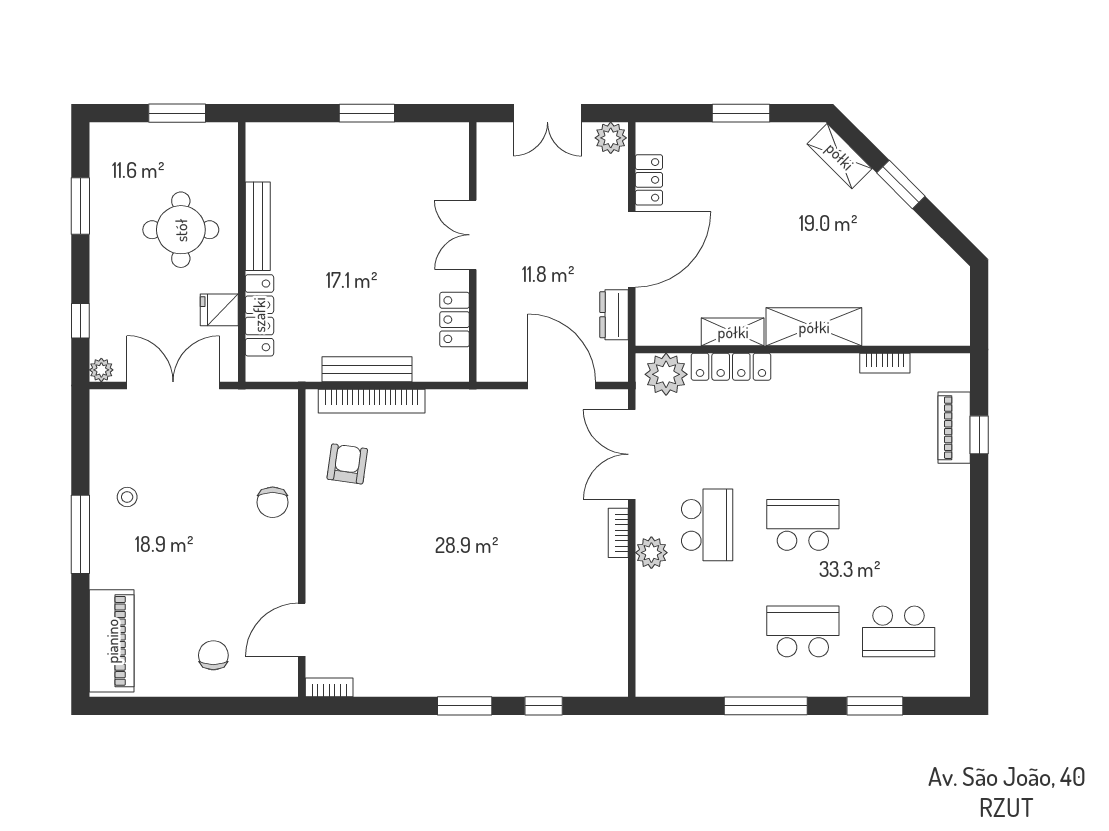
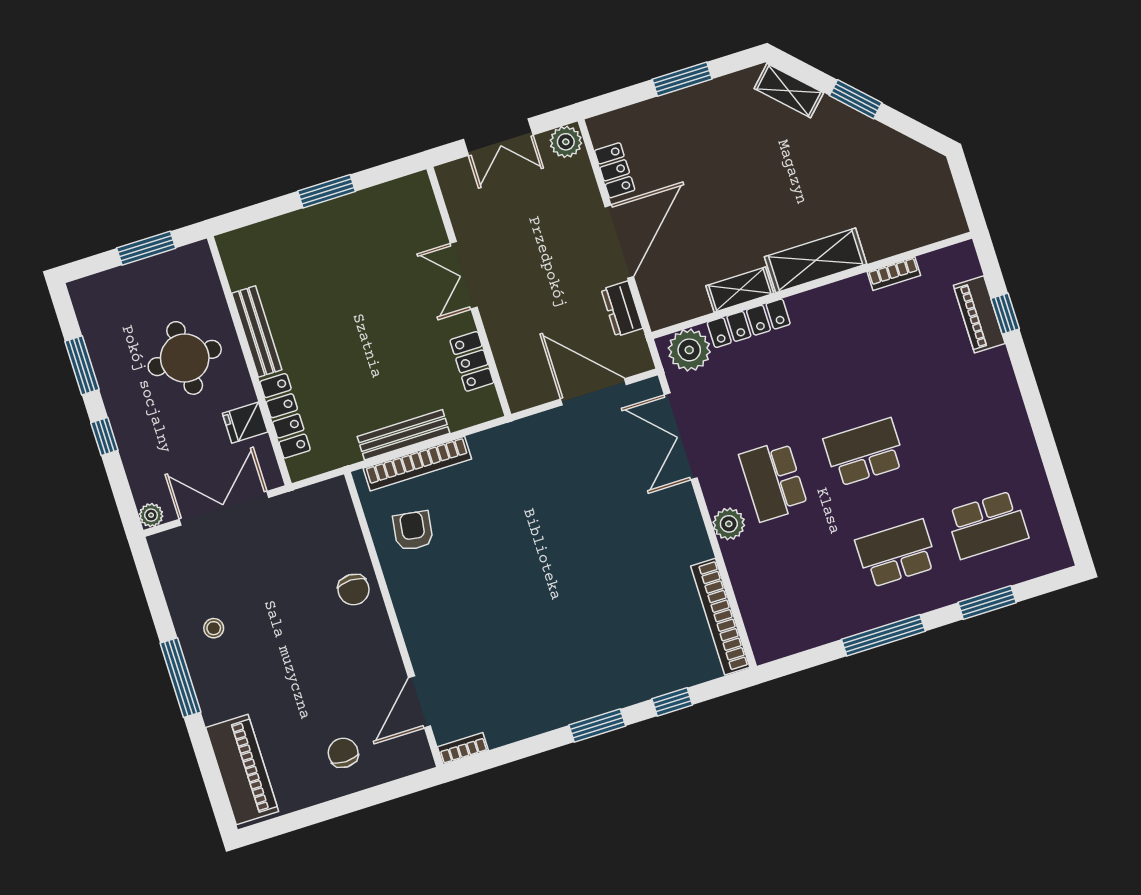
window: (80, 321) -> (104, 436), moved
school desk: (707, 525) -> (773, 481), turned 180
bookcase: (618, 533) -> (720, 617), moved, width x2.31, depth x1.31

